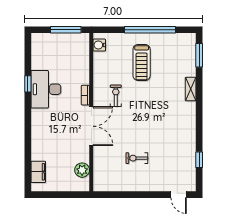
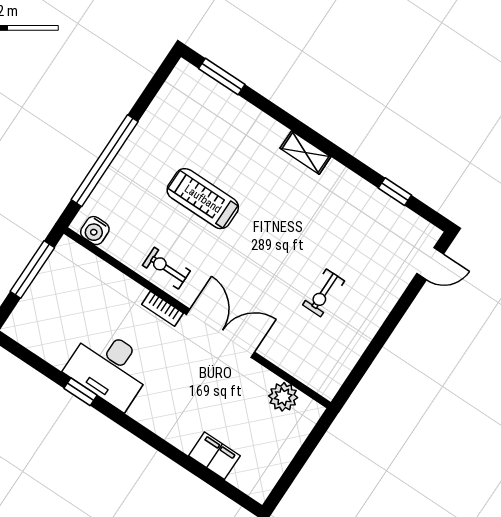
window: (150, 30) -> (105, 161), moved
treadmill: (142, 62) -> (203, 199), moved, turned 180
shelving: (191, 89) -> (305, 152), moved
exercise bike: (116, 96) -> (166, 268), moved
filing cabinet: (38, 172) -> (214, 456), moved

